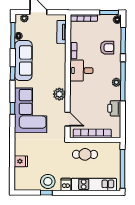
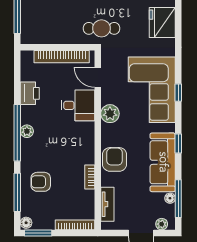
armchair: (56, 63) -> (115, 159), added
desk: (81, 71) -> (78, 105), moved
cafe table: (85, 154) -> (101, 28), moved
fridge: (21, 161) -> (162, 23), width x1.88, depth x1.34

